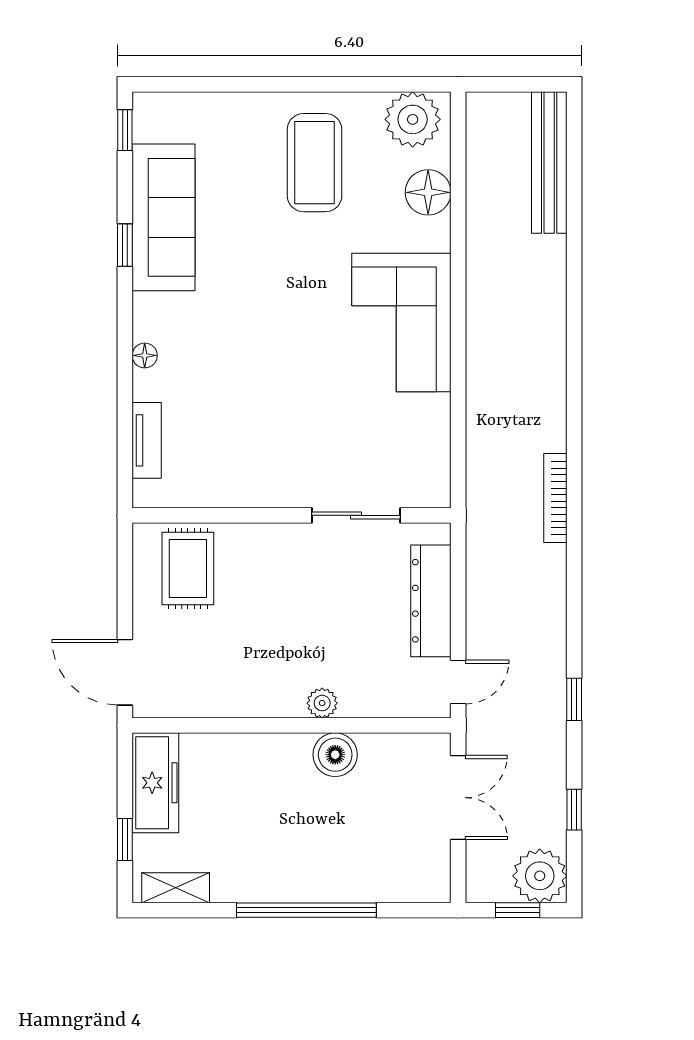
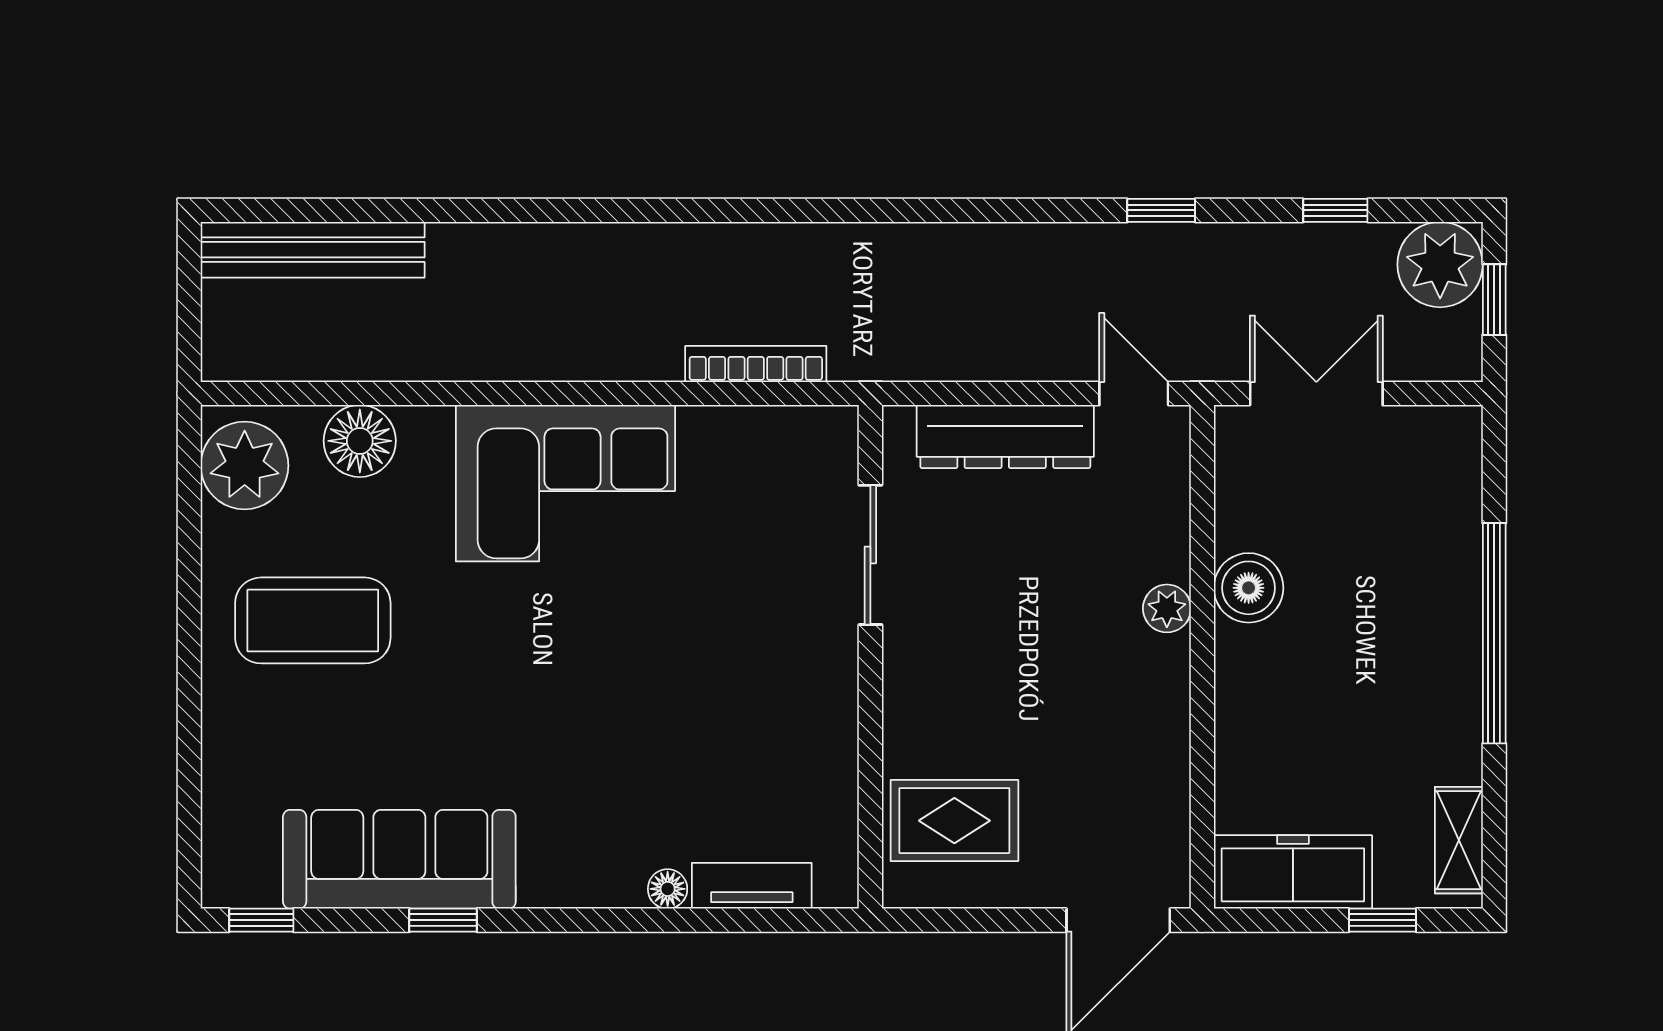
floor lamp: (145, 355) -> (668, 889), moved
bookcase: (555, 498) -> (756, 364), moved, turned 180

